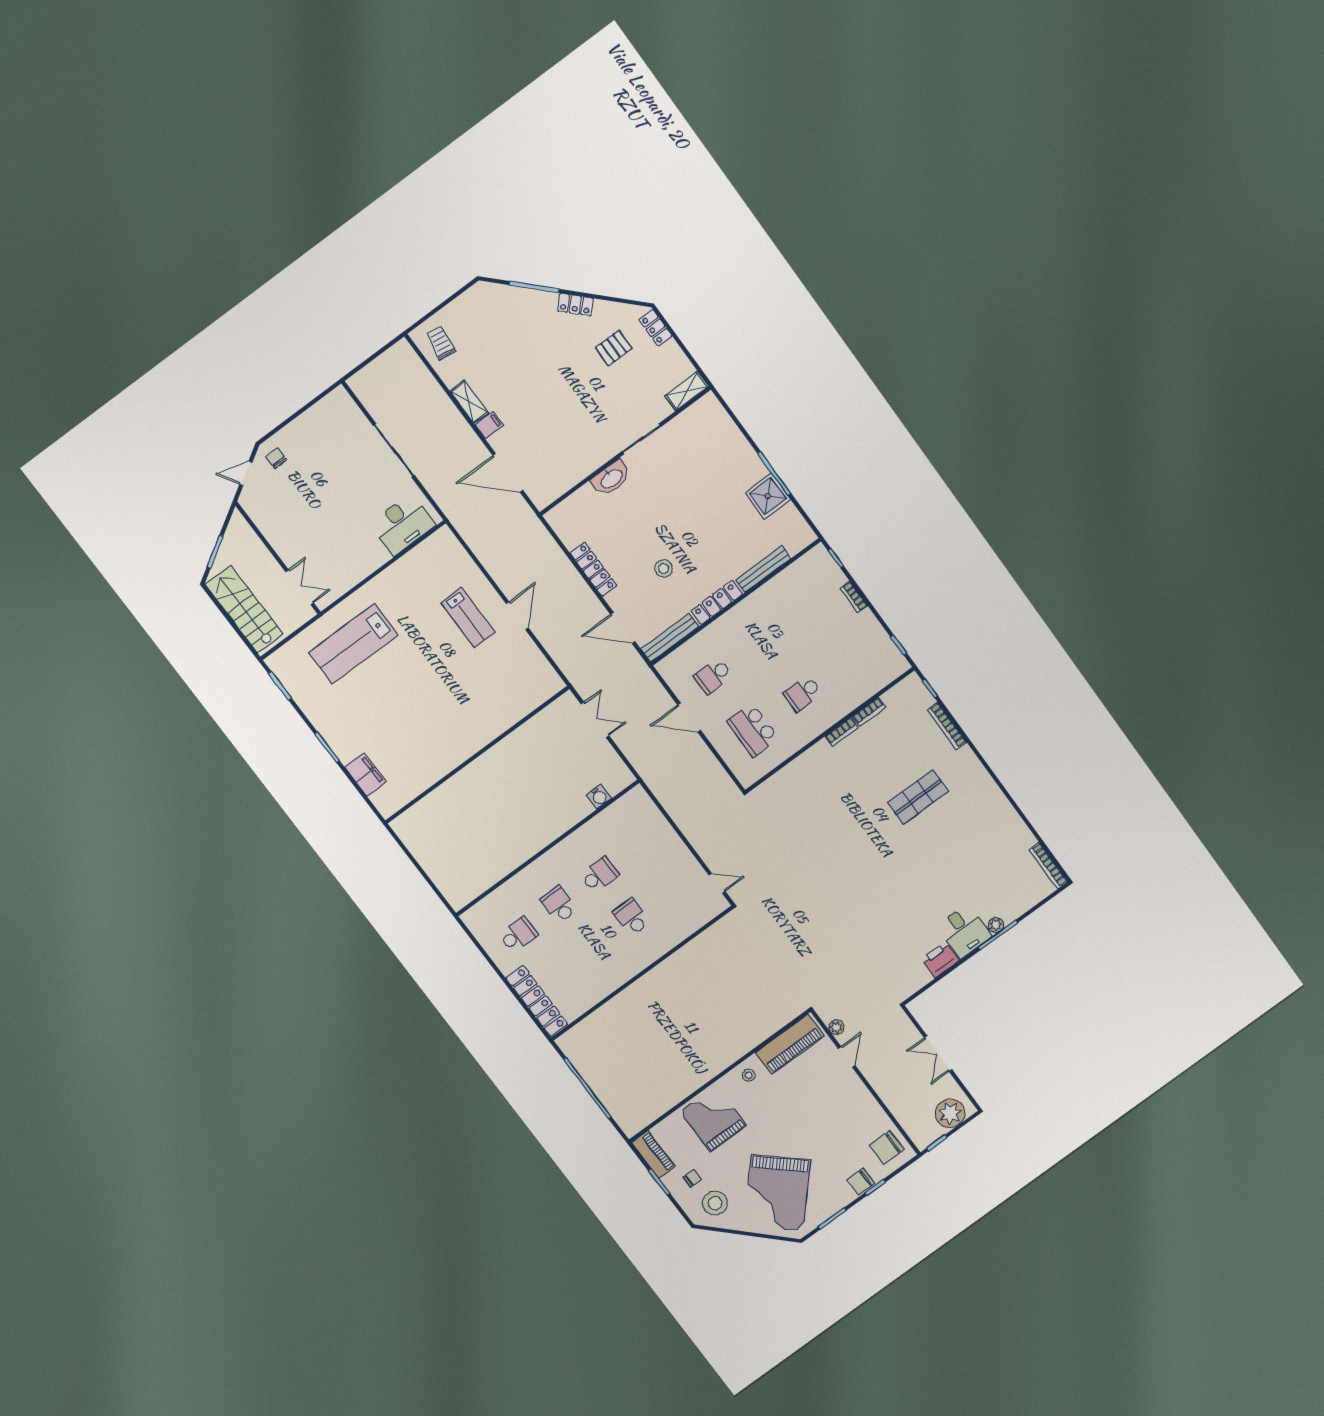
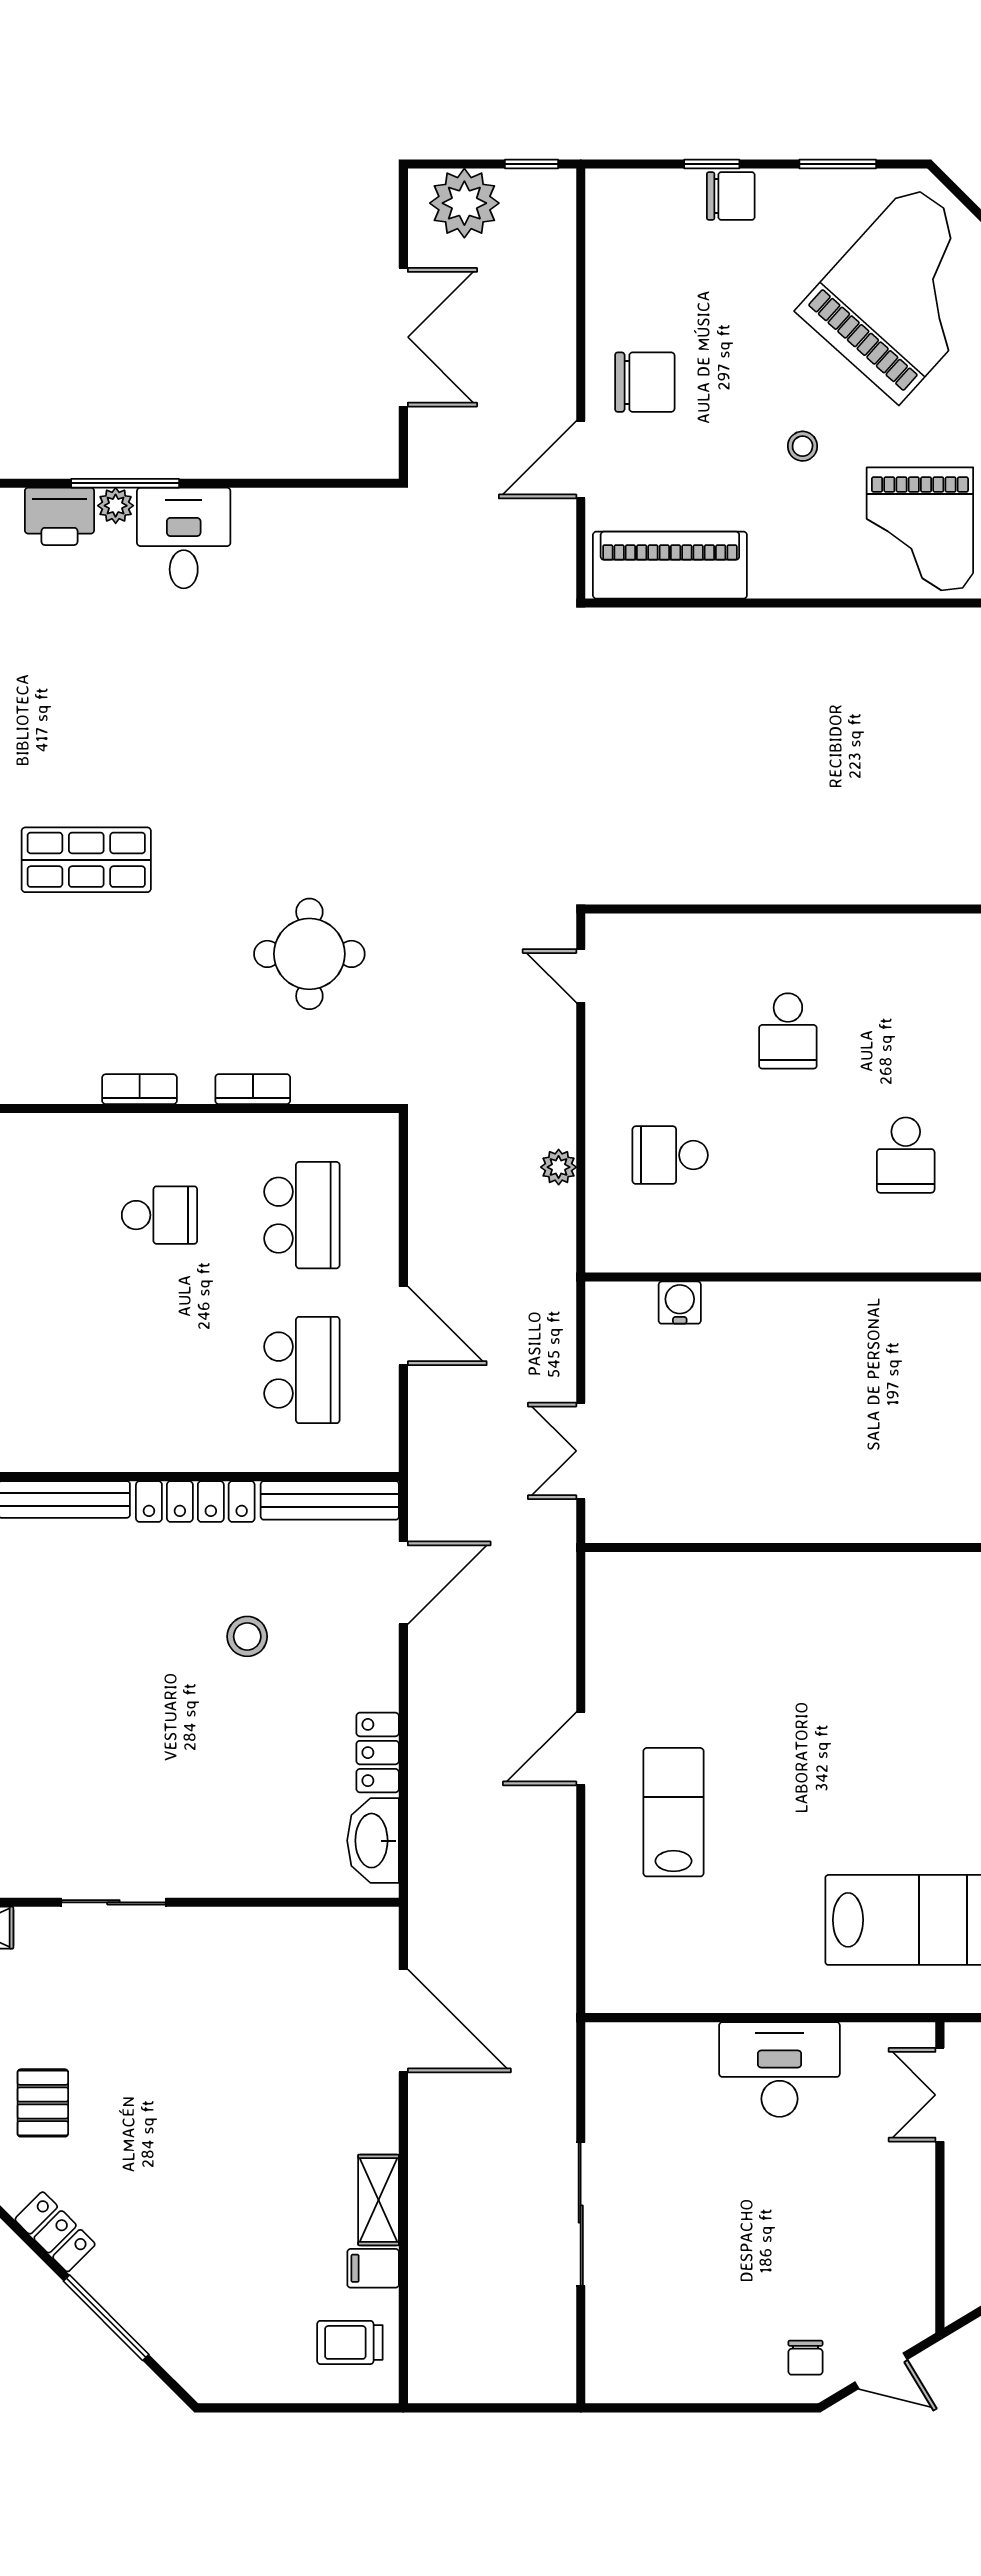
trolley: (441, 343) -> (350, 2342), turned 81
pallet: (614, 348) -> (43, 2103), turned 90
filing cabinet: (489, 425) -> (373, 2268), moved
washbasin: (611, 478) -> (373, 1841), moved, turned -90
desk: (403, 524) -> (779, 2069), moved
locker: (593, 569) -> (378, 1753), width x0.66
door: (623, 628) -> (403, 1583), hinge flipped
school desk: (713, 676) -> (302, 1370), width x1.85
bookcase: (869, 712) -> (253, 1089), moved
round table: (817, 822) -> (309, 954), added
school desk: (599, 875) -> (670, 1155), moved
printer: (940, 960) -> (59, 516), moved
plant: (836, 1027) -> (559, 1167), moved
double door: (938, 1054) -> (403, 337), width x1.37
door: (847, 1057) -> (581, 460), width x1.38
stool: (749, 1075) -> (803, 446), moved
chair: (887, 1147) -> (645, 382), moved

